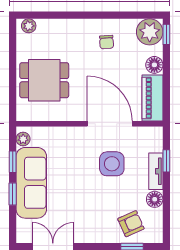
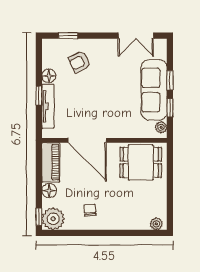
dining table: (44, 80) -> (141, 162), moved
window: (166, 161) -> (39, 95), moved
side table: (112, 164) -> (85, 106), removed
tv unit: (156, 171) -> (48, 106), width x1.41
armchair: (131, 224) -> (79, 62), moved

